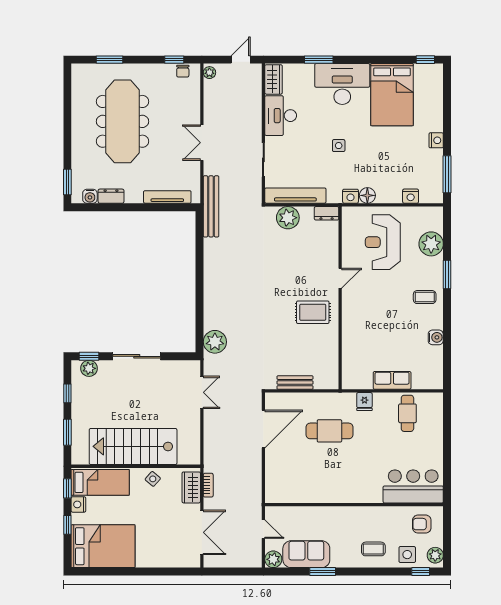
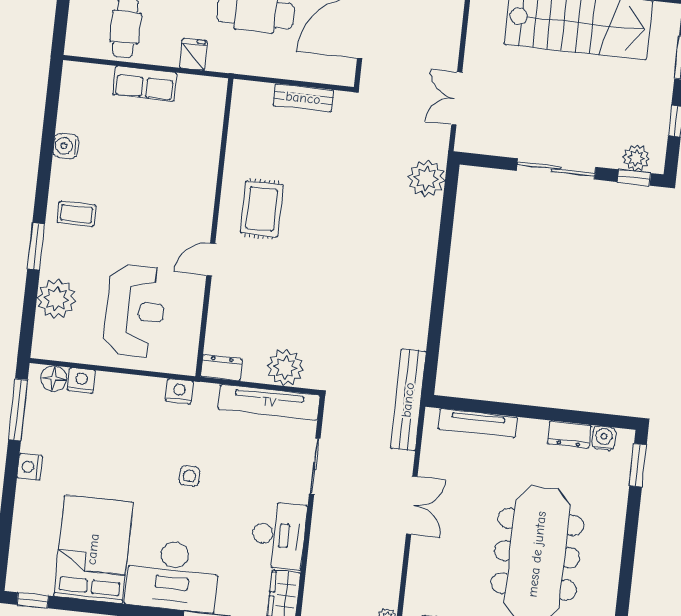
floor lamp: (367, 195) -> (54, 379), moved
rug: (313, 312) -> (262, 209), turned 90

